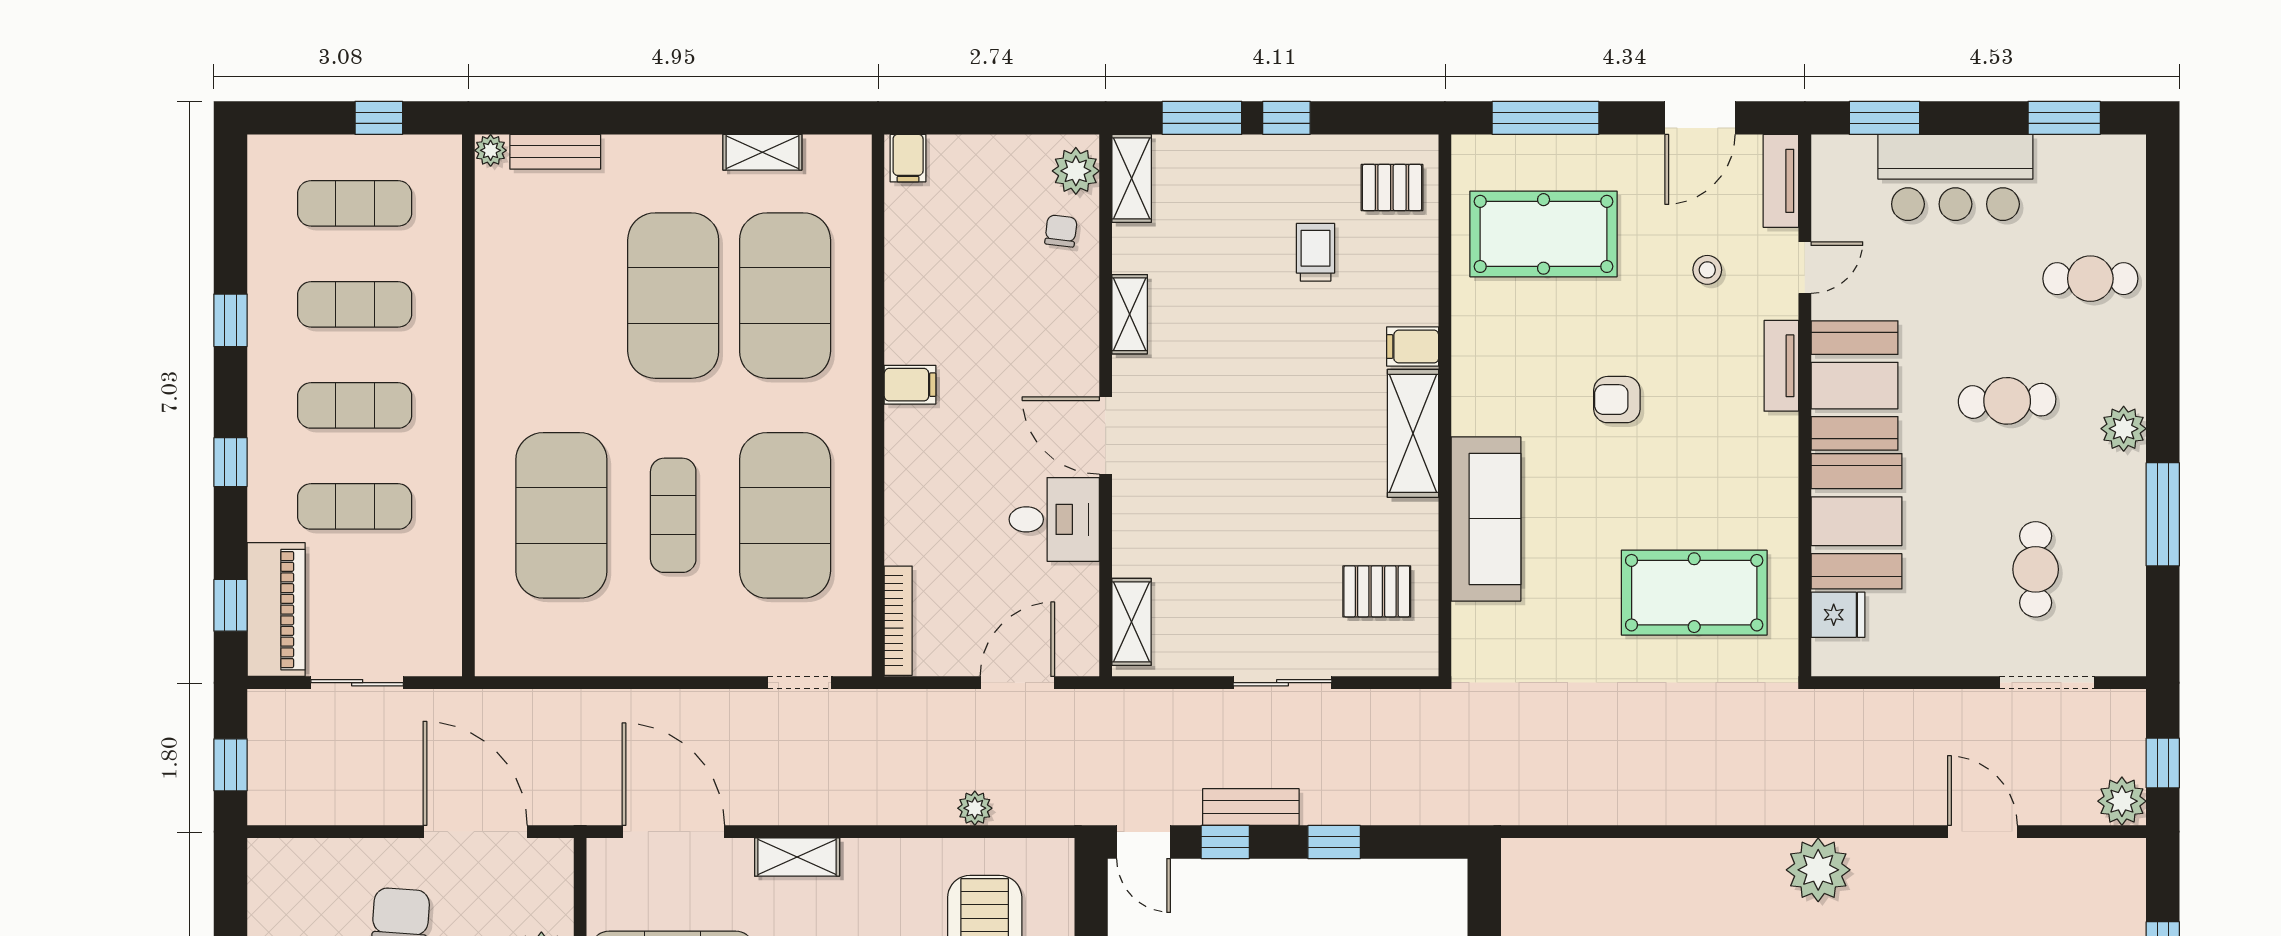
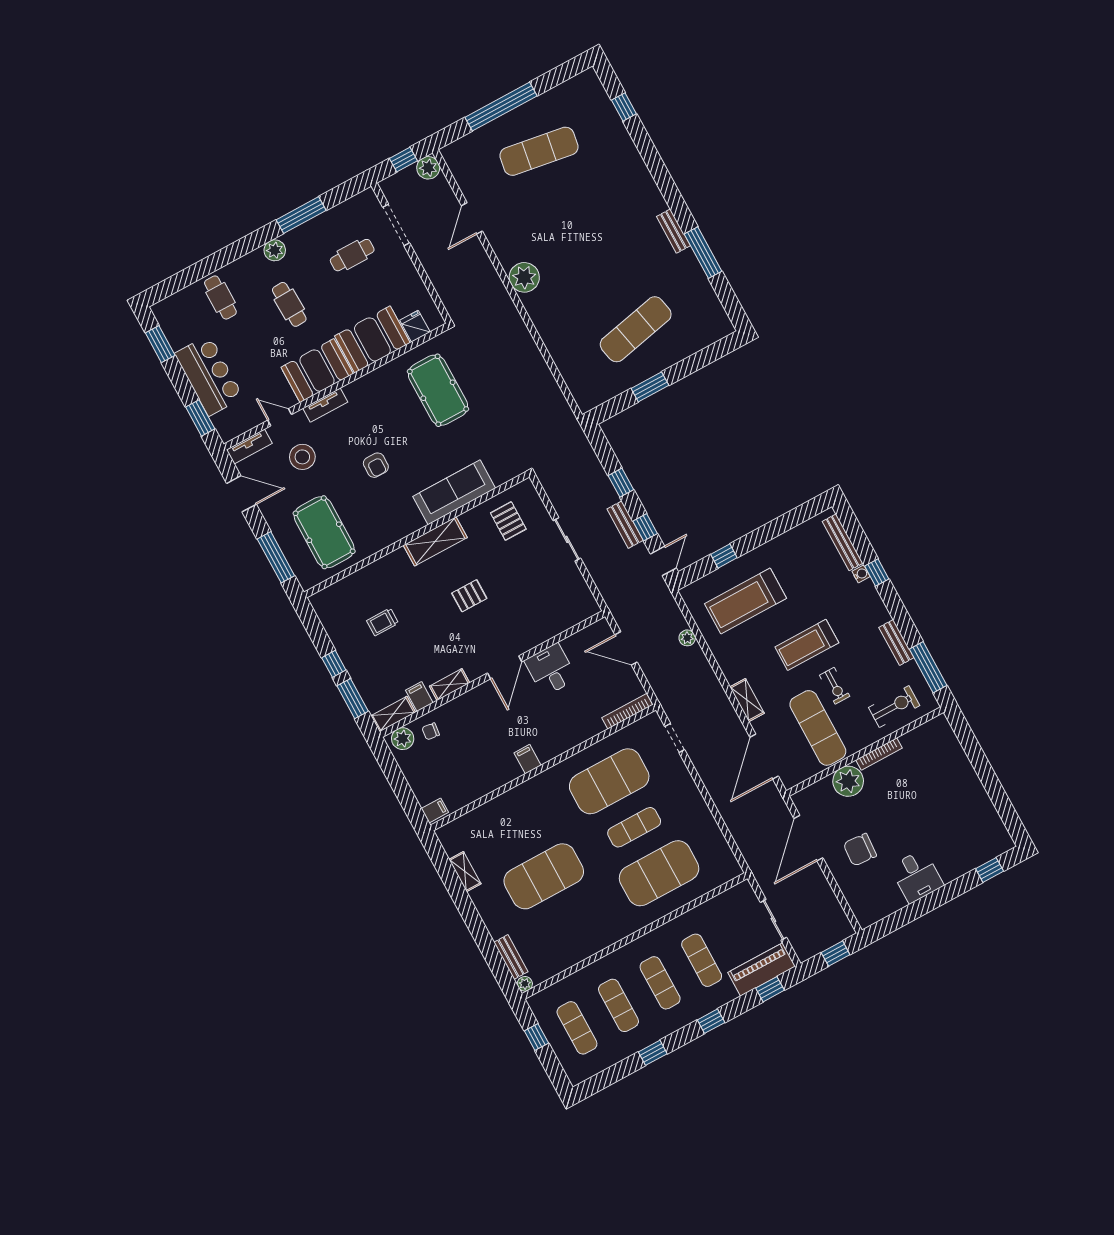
pallet: (1392, 188) -> (469, 596), moved, turned 90
stool: (1707, 270) -> (302, 457), width x1.89, depth x1.89
exercise mat: (785, 296) -> (519, 830), removed
filing cabinet: (1413, 347) -> (419, 697), moved, turned 180
shelving: (1131, 622) -> (576, 615), removed

